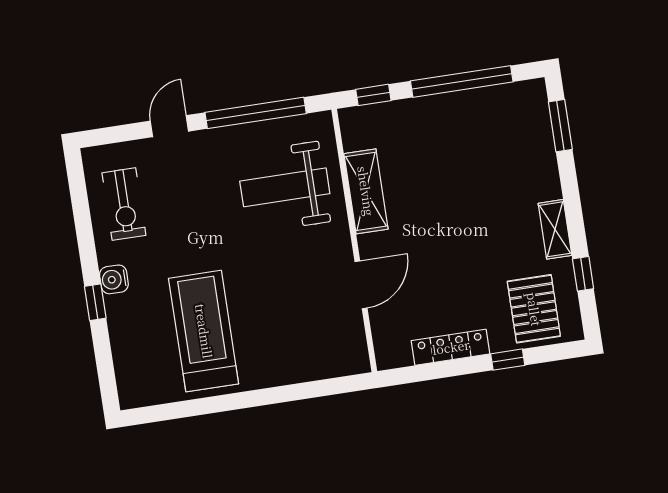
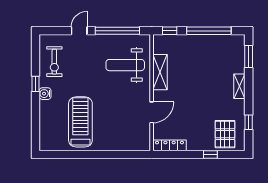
shelving: (555, 229) -> (239, 86), moved
window: (95, 302) -> (35, 84), moved
locker: (451, 347) -> (170, 145), moved

